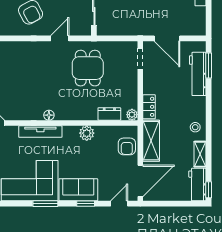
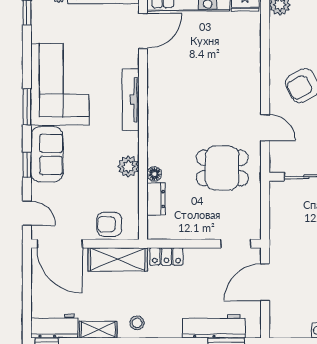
floor lamp: (49, 115) -> (154, 174), moved
plant: (132, 115) -> (155, 232), removed

